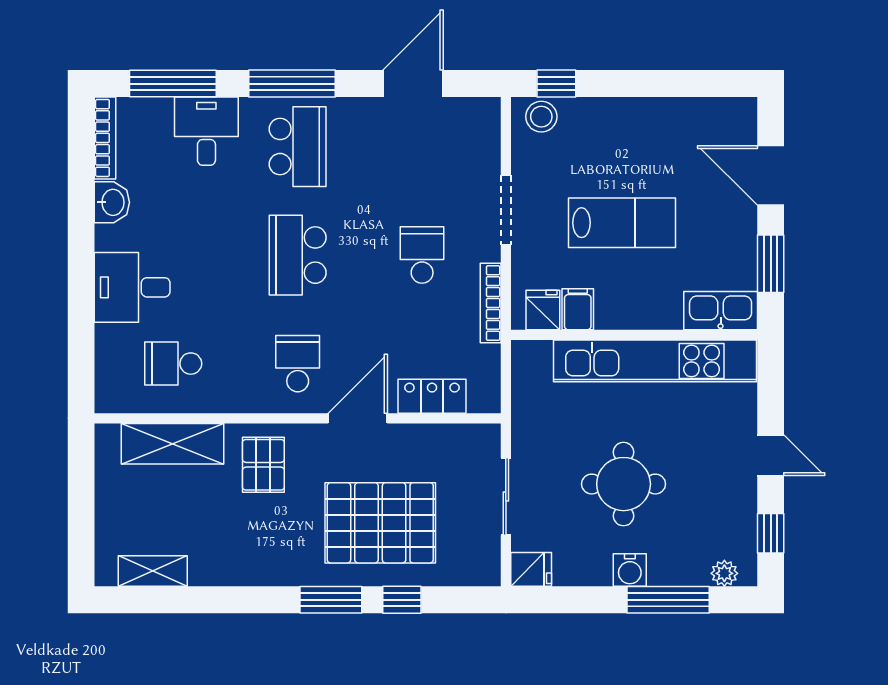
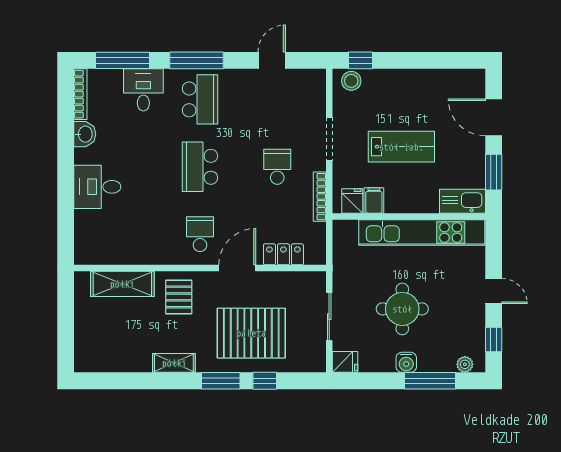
door: (413, 84) -> (272, 60), width x0.73
school desk: (173, 364) -> (123, 234), removed
shelving: (153, 571) -> (174, 363), moved

